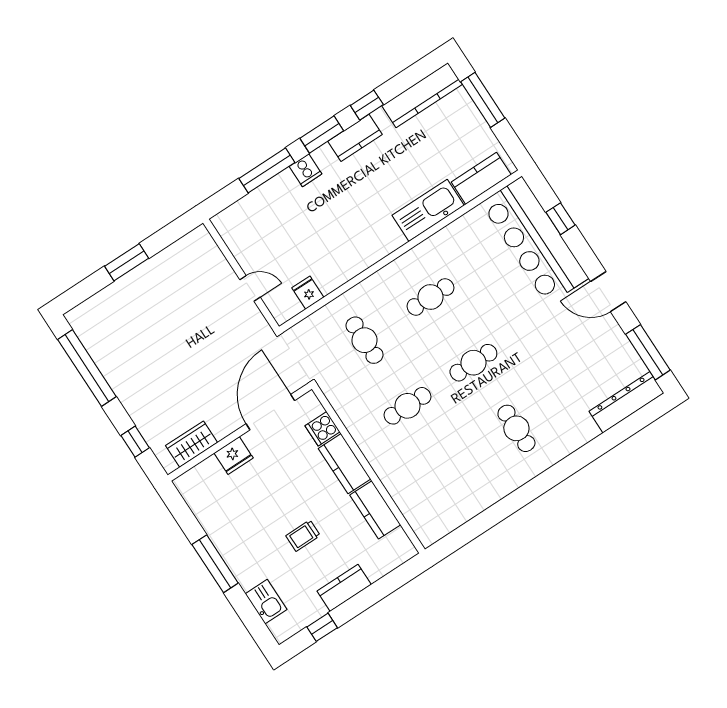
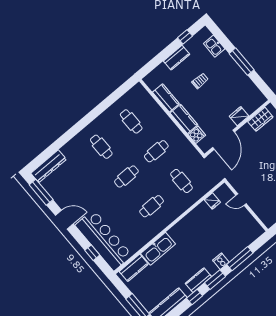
cafe table: (450, 472) -> (131, 121), added

